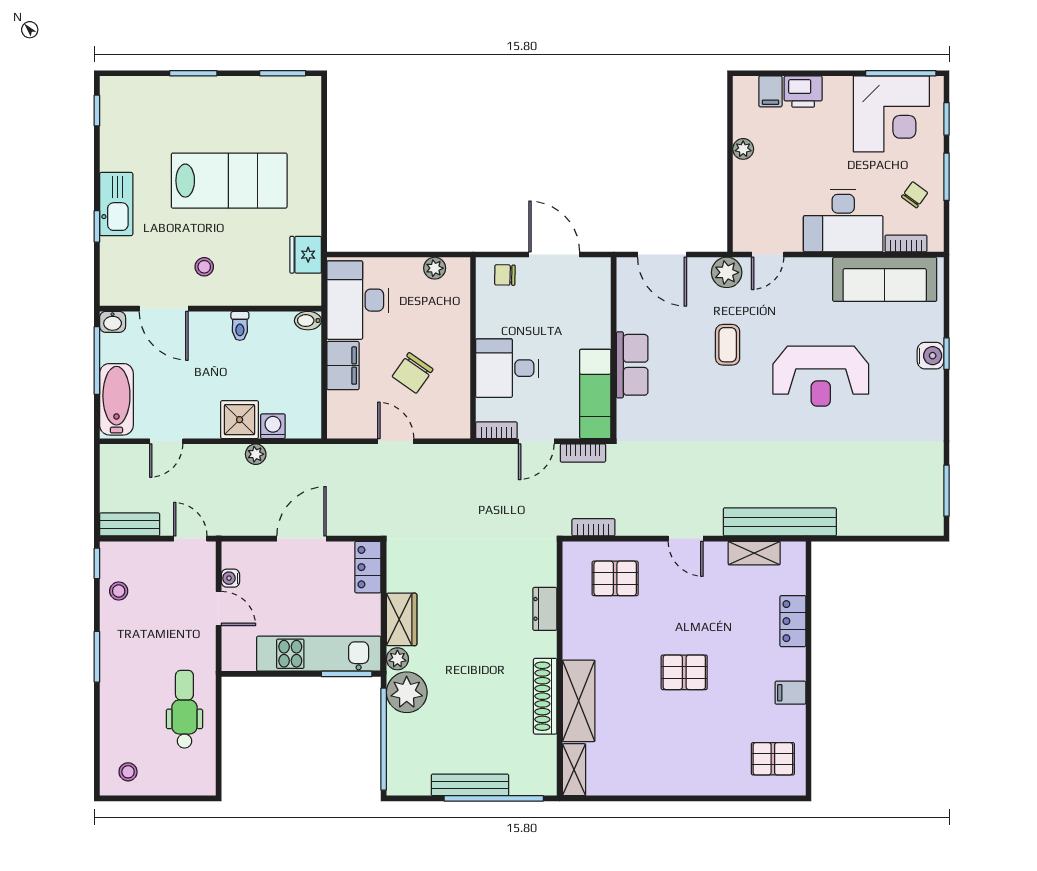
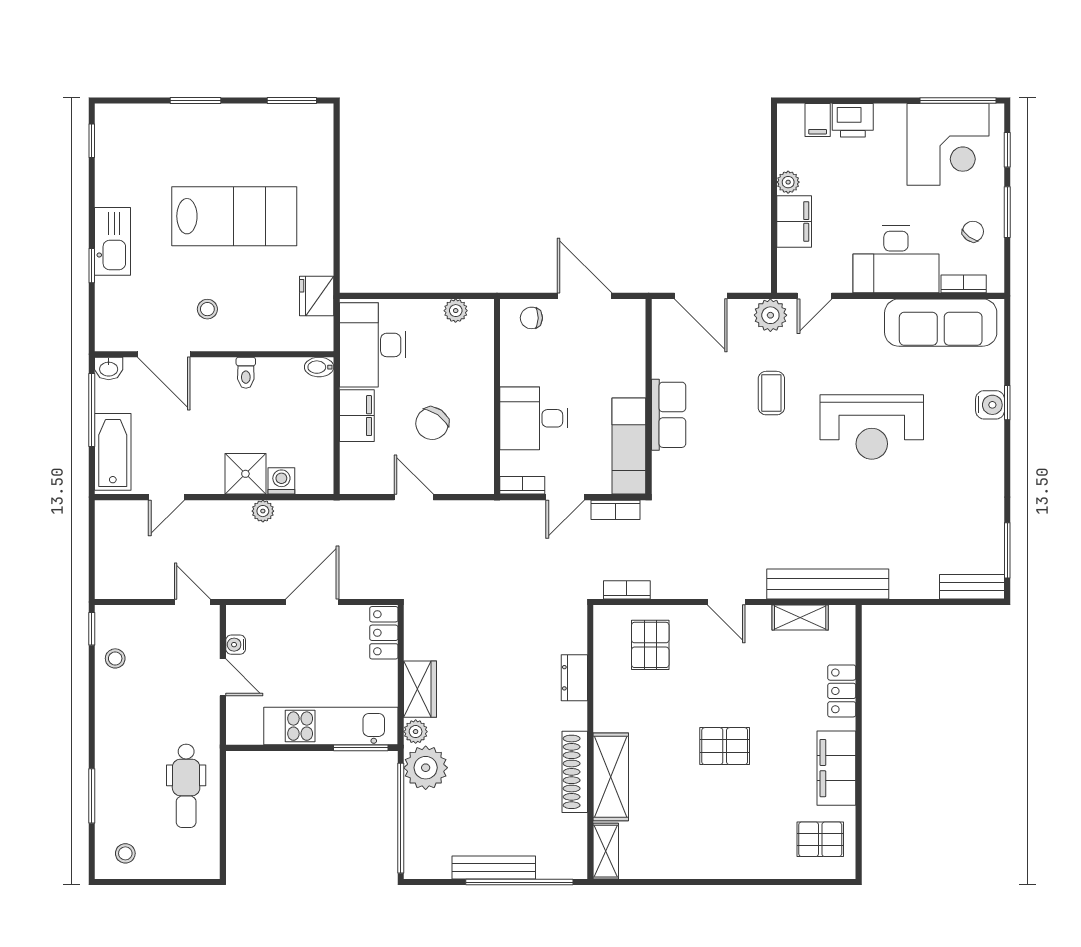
filing cabinet: (749, 185) -> (794, 221), added
bench: (130, 524) -> (972, 587), moved
pallet: (615, 578) -> (650, 645), turned 90
window: (97, 657) -> (92, 796), moved
filing cabinet: (790, 693) -> (836, 768), width x3.00, depth x1.17
dental chair: (184, 709) -> (186, 786), turned 180

